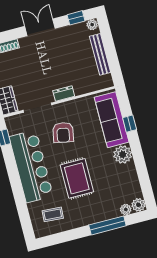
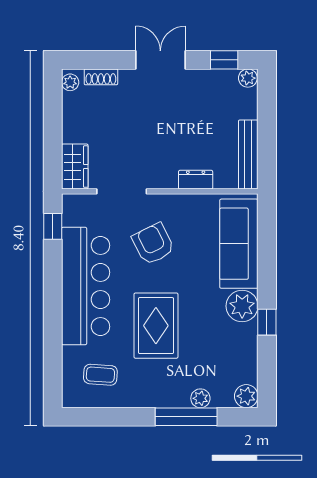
bench: (100, 54) -> (248, 155), moved
dresser: (64, 94) -> (196, 180), moved
window: (130, 124) -> (267, 322), moved
armchair: (63, 132) -> (153, 244), turned 142
plant: (126, 209) -> (200, 398), moved

